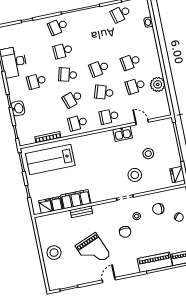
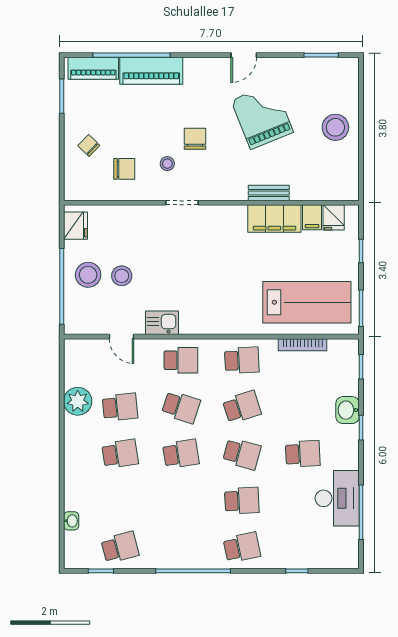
stool: (135, 175) -> (88, 275), moved

